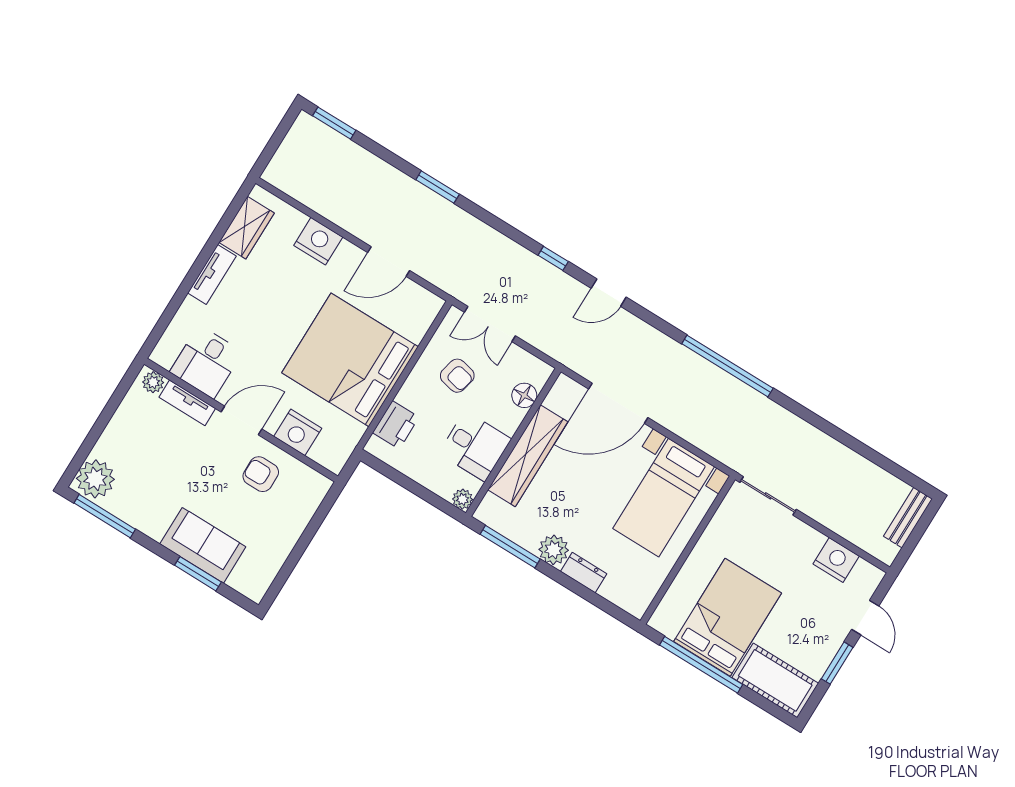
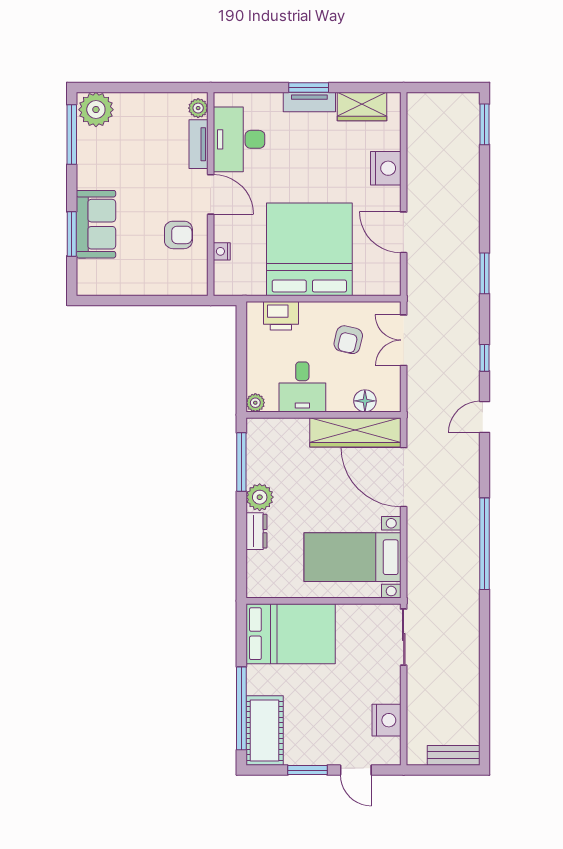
window: (438, 187) -> (485, 273), moved
window: (198, 267) -> (309, 87), added
door: (609, 293) -> (485, 417), hinge flipped
desk: (206, 362) -> (239, 139), width x1.37
nightstand: (298, 432) -> (222, 251), width x0.53, depth x0.56
wardrobe: (528, 456) -> (355, 432), moved
armchair: (261, 474) -> (178, 235), turned 90
bed: (728, 617) -> (291, 634), moved
door: (865, 618) -> (356, 770), hinge flipped
window: (701, 665) -> (241, 708), moved

